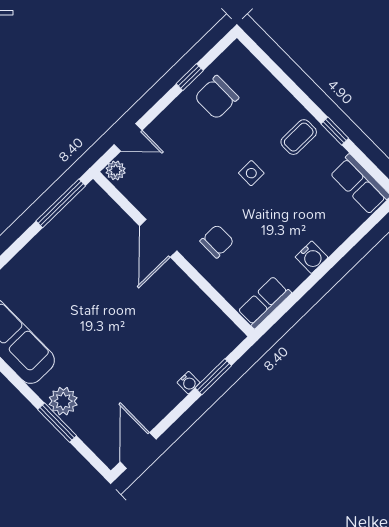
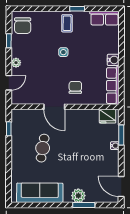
chair: (217, 97) -> (23, 26), moved
plant: (116, 170) -> (16, 63), moved
window: (61, 203) -> (9, 129), width x0.46
cafe table: (81, 281) -> (43, 148), added
row of seats: (264, 302) -> (113, 86), width x1.48
fridge: (221, 330) -> (108, 116), added

